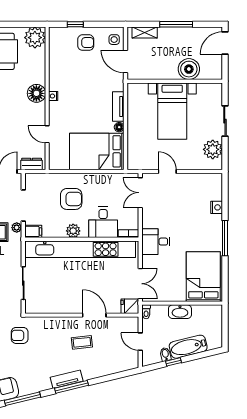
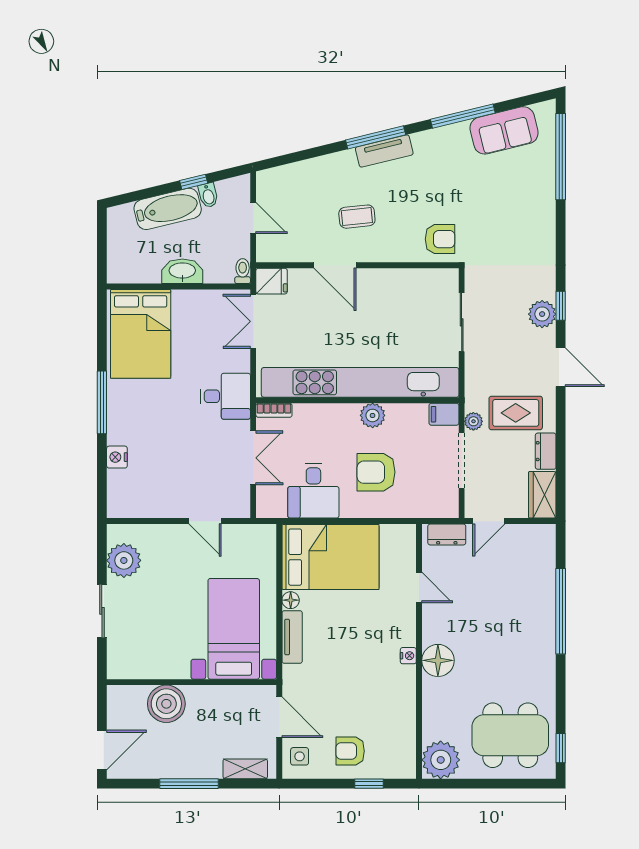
bed with nightstands: (172, 111) -> (234, 629), moved
double door: (140, 193) -> (253, 458), moved
desk: (103, 222) -> (313, 491), moved, turned 180
armchair: (20, 335) -> (440, 239), moved

